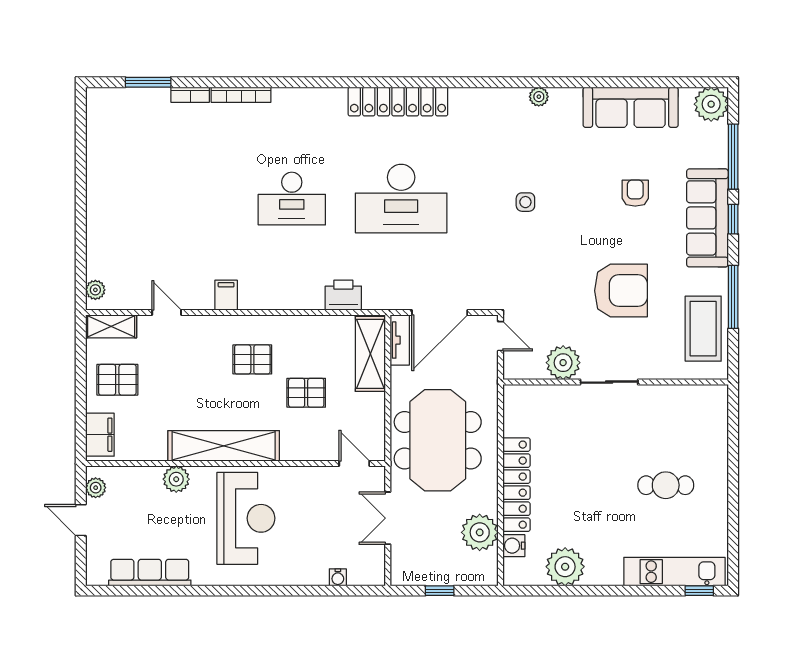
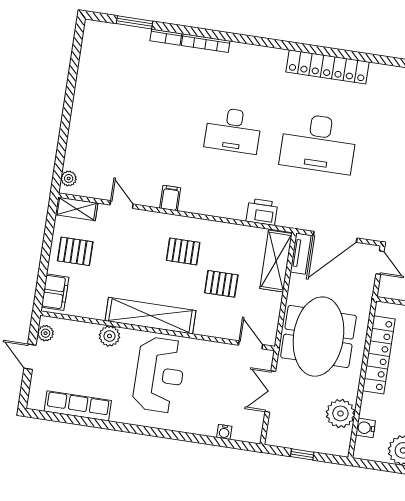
locker: (516, 485) -> (379, 355), moved

